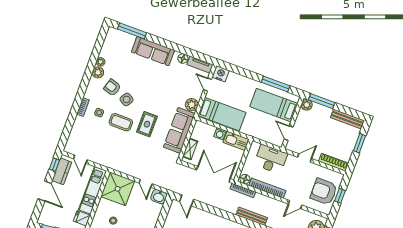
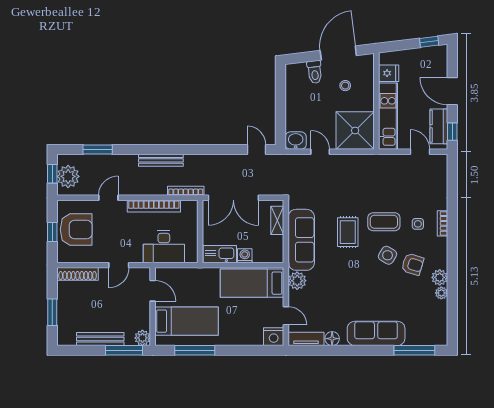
bench: (347, 119) -> (100, 339), moved
floor lamp: (245, 179) -> (188, 207), removed

